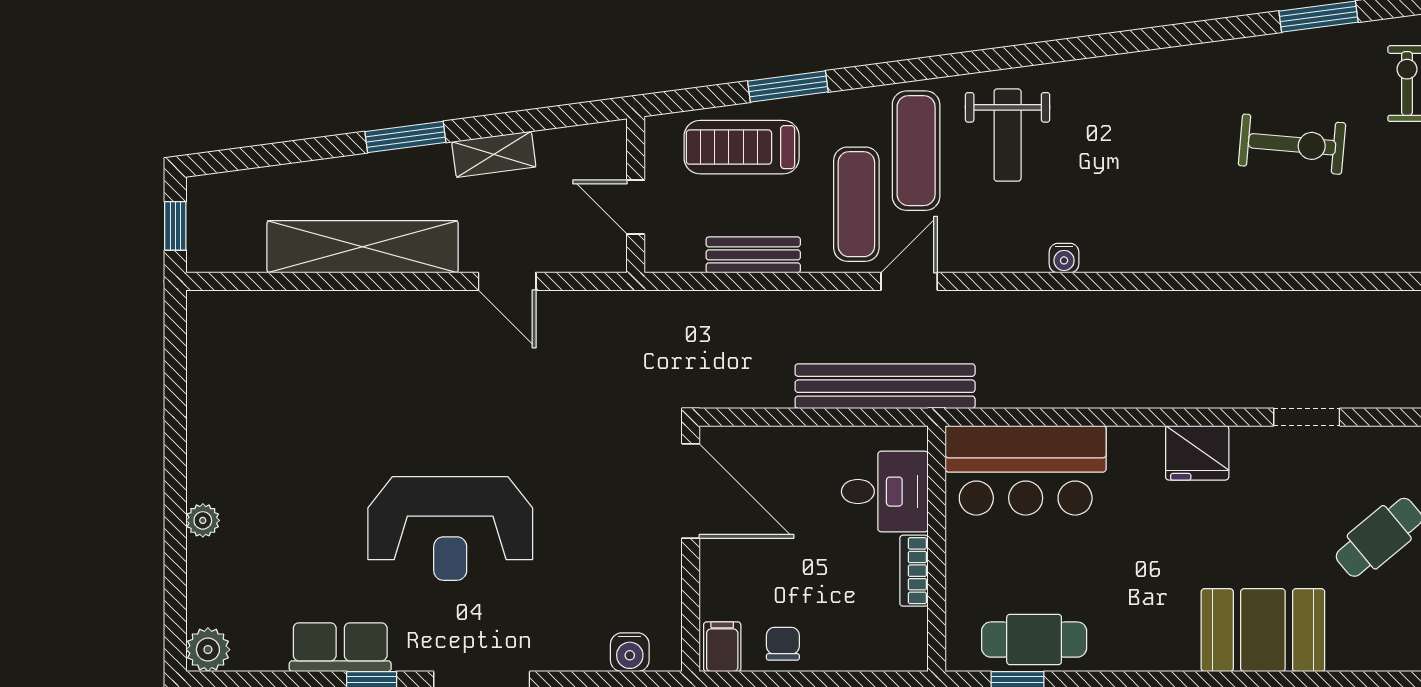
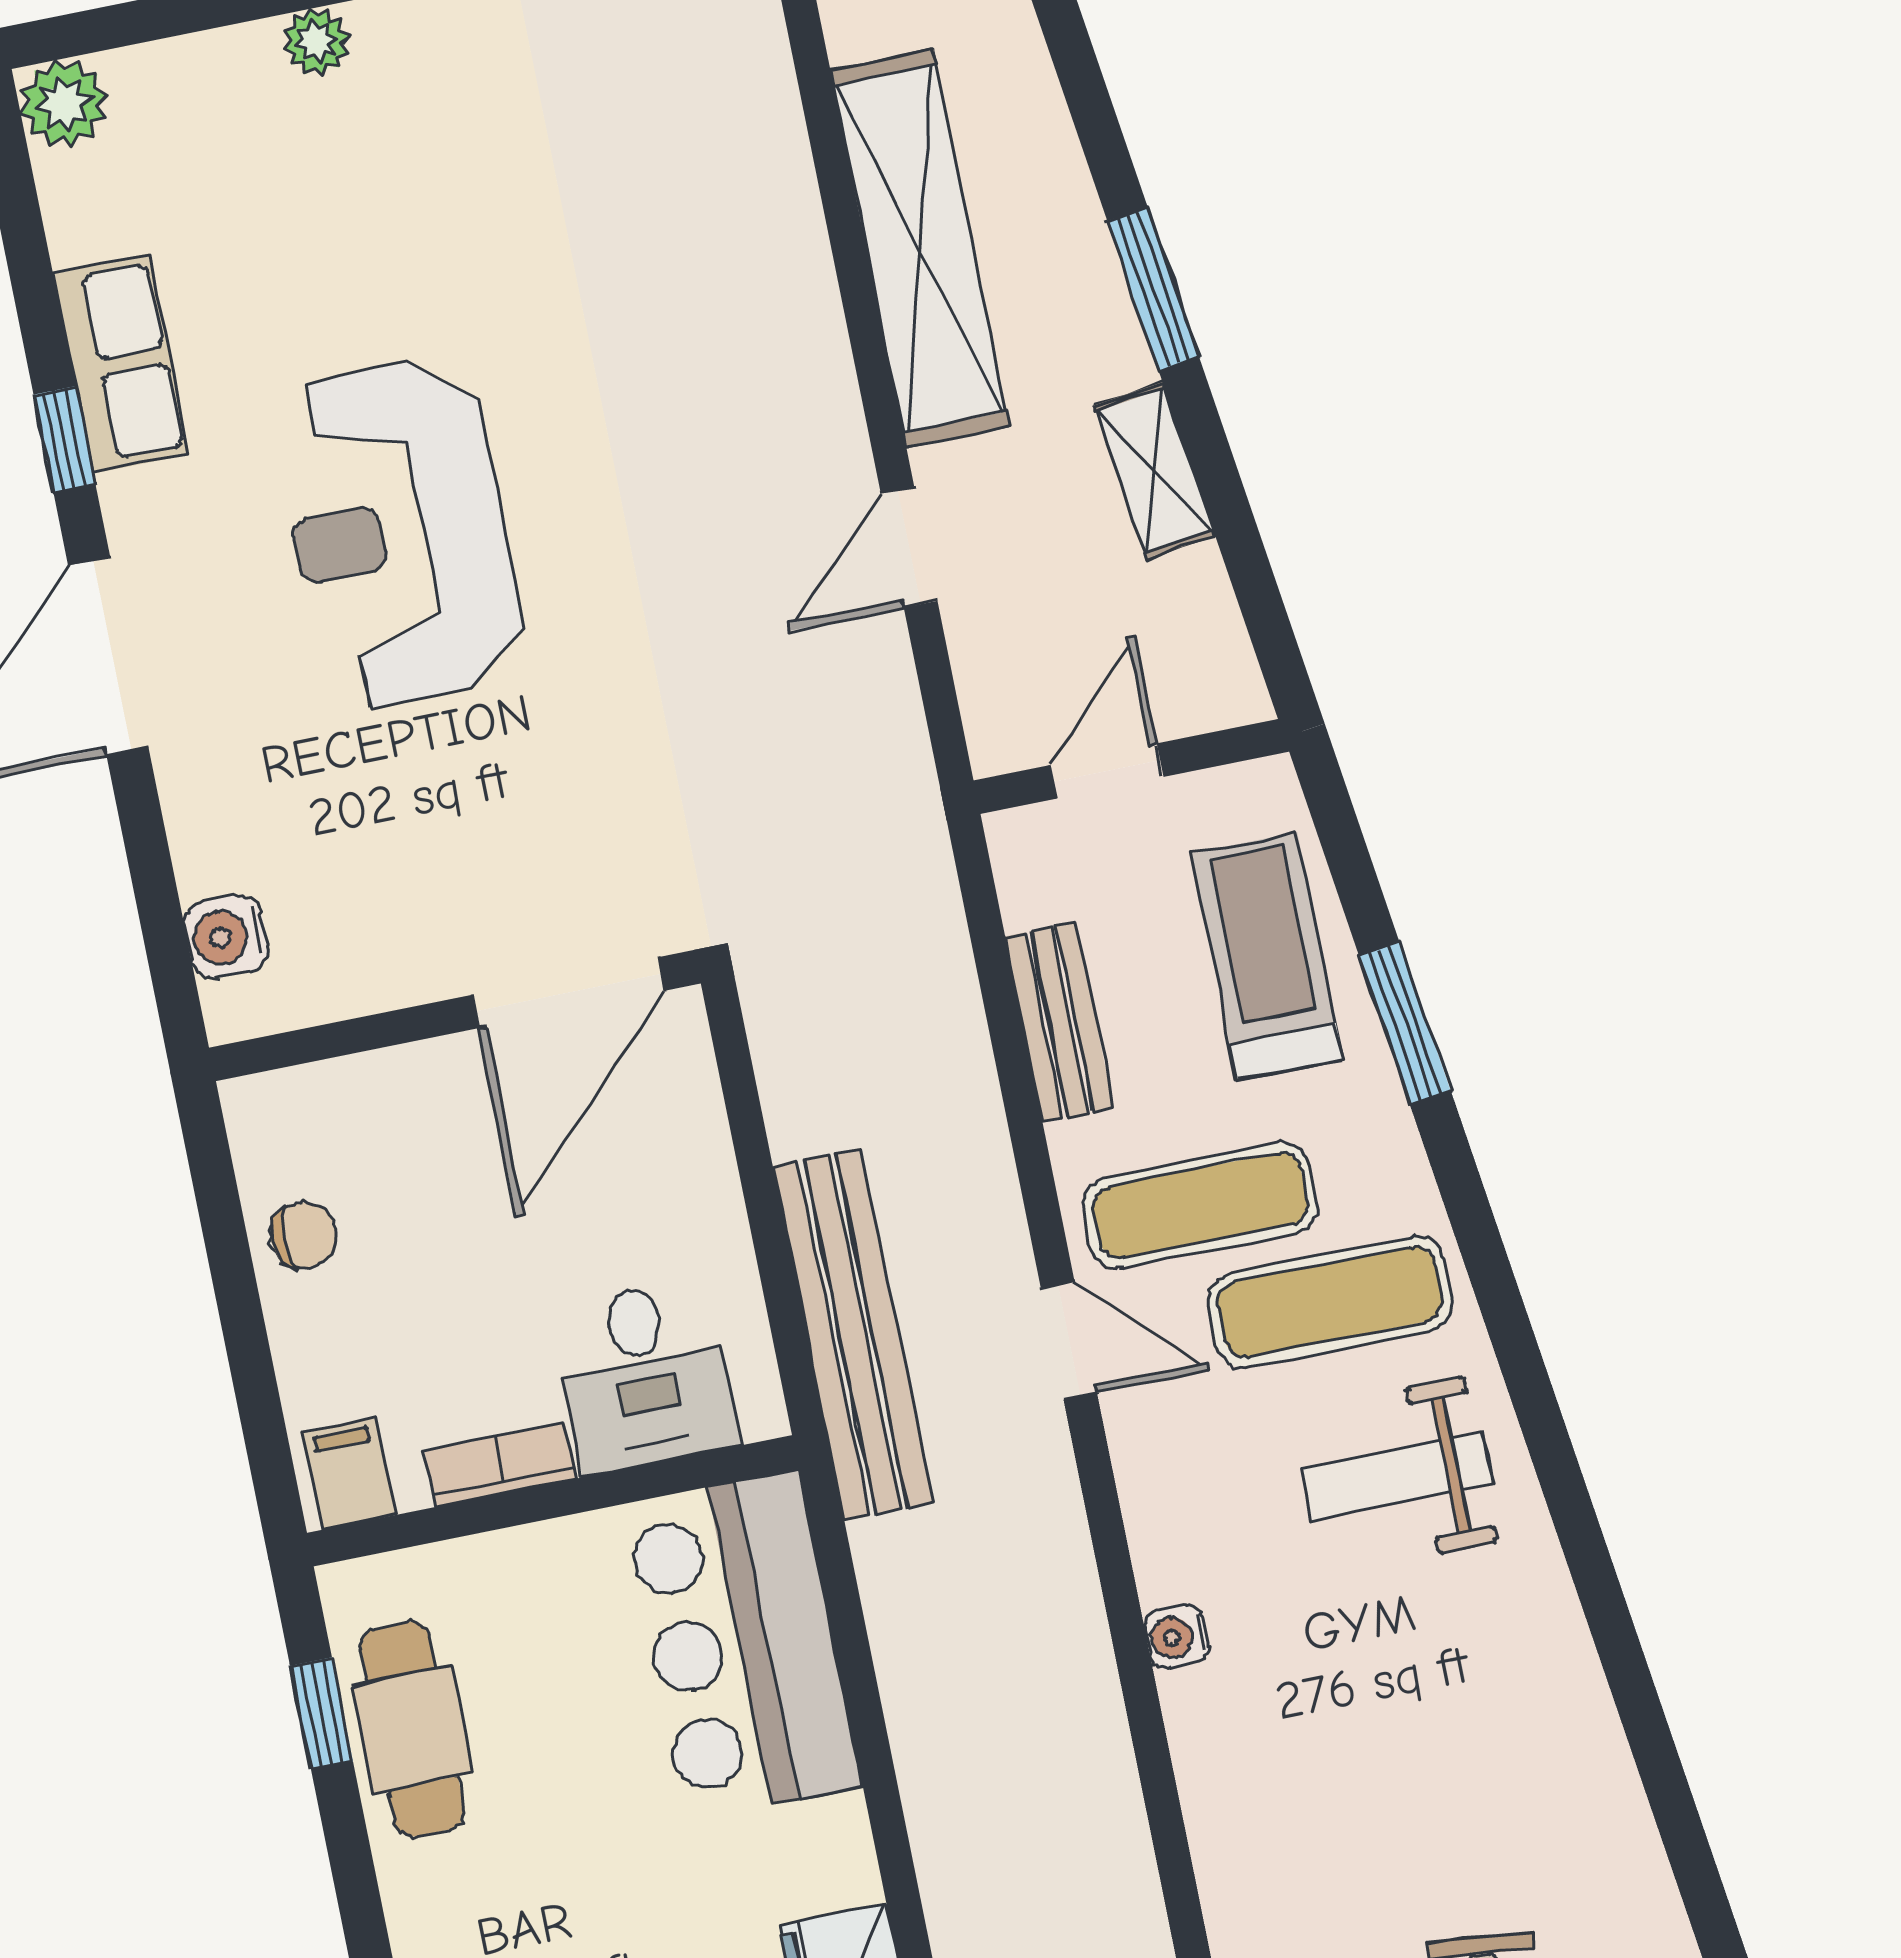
filing cabinet: (722, 647) -> (349, 1474), moved, turned -90

